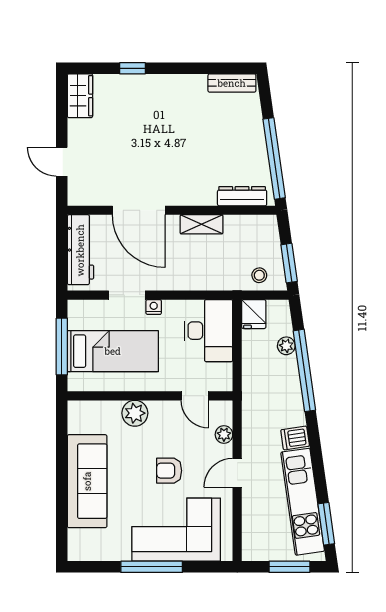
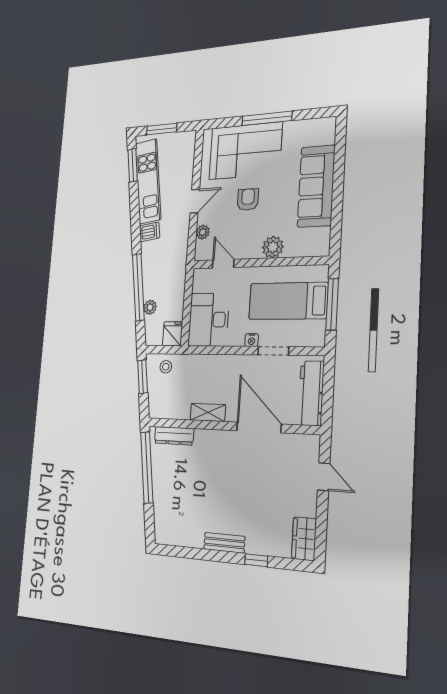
bench: (232, 83) -> (224, 543), moved
armchair: (169, 471) -> (248, 200), turned -90

